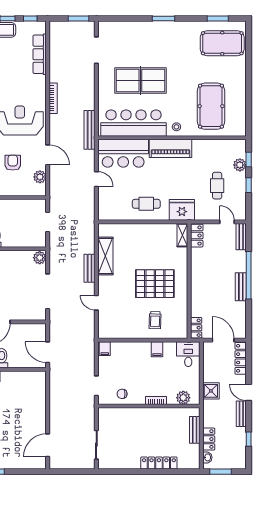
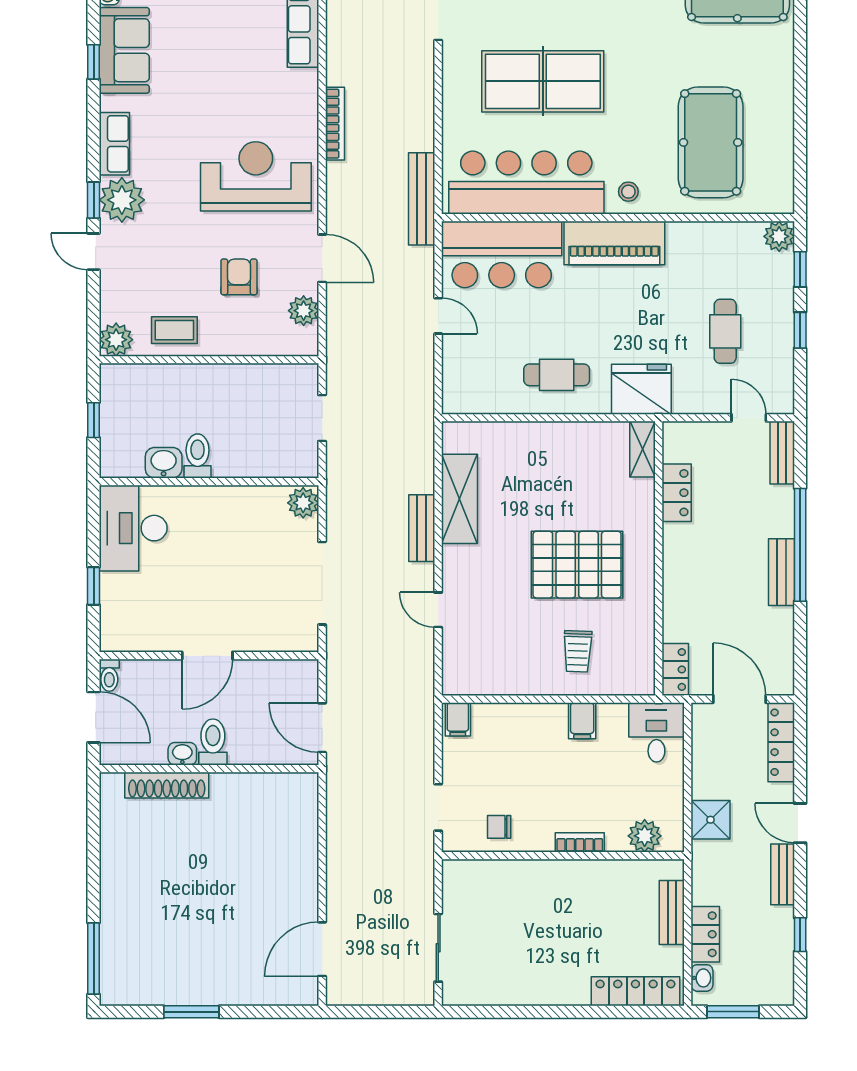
plant: (240, 165) -> (779, 236), moved
locker: (197, 236) -> (677, 493), moved
locker: (159, 463) -> (635, 991), moved

